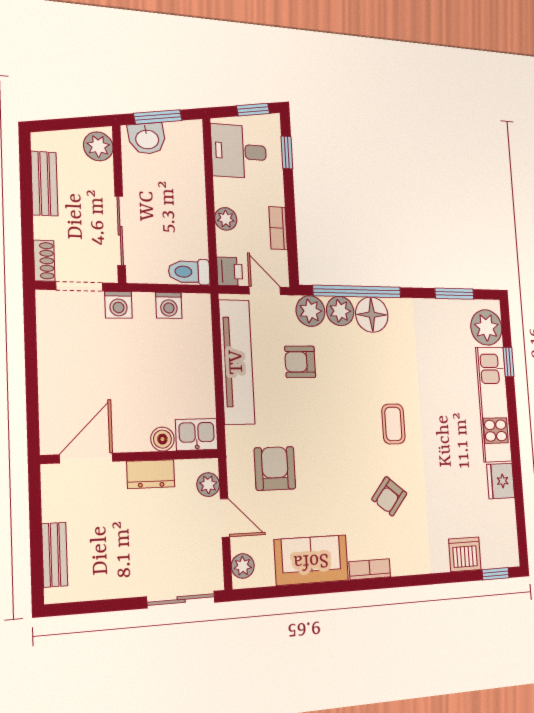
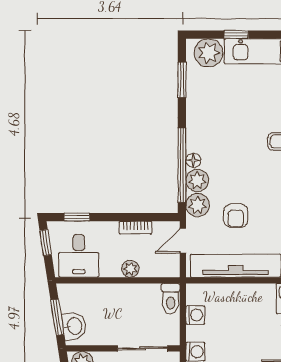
printer: (230, 271) -> (169, 268), removed
floor lamp: (372, 315) -> (193, 160), width x0.53, depth x0.53

